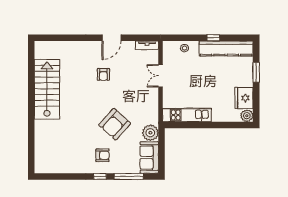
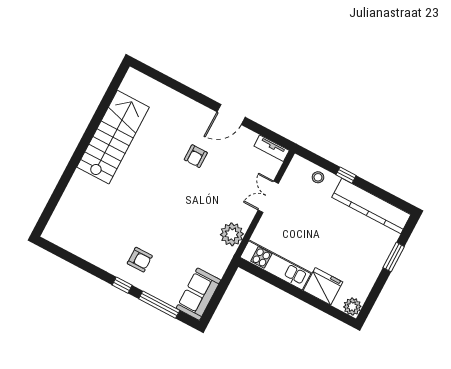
window: (213, 38) -> (346, 175), moved
fridge: (244, 98) -> (323, 286), moved, turned 90
armchair: (115, 124) -> (177, 228), removed
plant: (150, 133) -> (232, 234), moved

